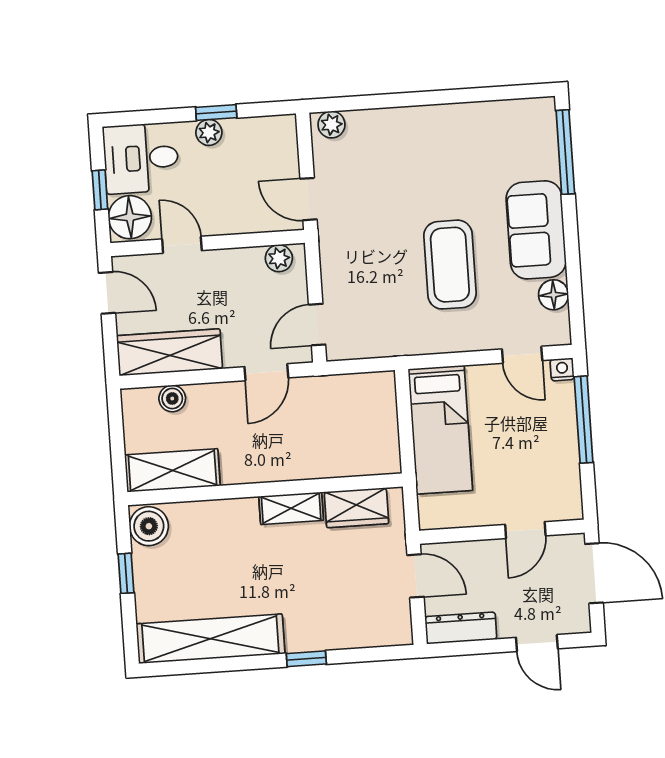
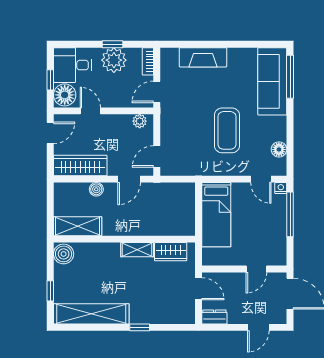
plant: (331, 125) -> (171, 55), removed
fireplace: (394, 126) -> (203, 57), added
plant: (209, 132) -> (114, 60), width x1.87, depth x1.87
bookcase: (287, 141) -> (148, 61), added
door: (309, 199) -> (157, 92), hinge flipped
sofa: (536, 230) -> (272, 81), moved, width x1.36
door: (107, 293) -> (50, 133), hinge flipped
boiler: (172, 399) -> (96, 189), moved
window: (126, 573) -> (50, 291), moved
dresser: (461, 628) -> (214, 317), width x0.70
door: (537, 643) -> (258, 327), hinge flipped

